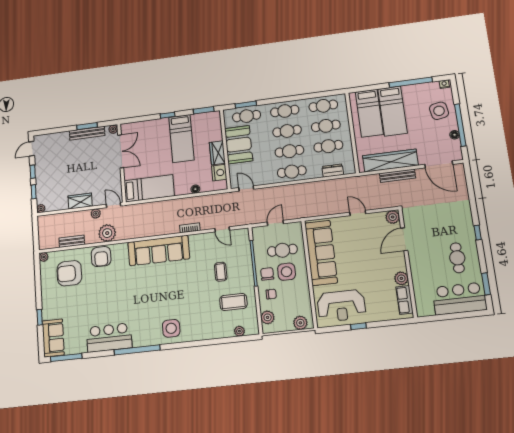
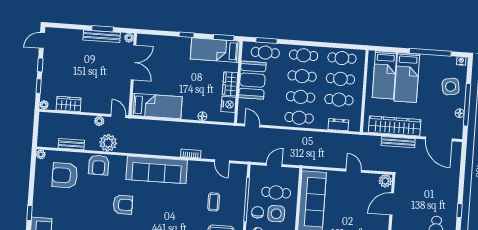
bed: (181, 139) -> (215, 50), moved, turned 90
wardrobe: (80, 201) -> (69, 104), moved
armchair: (130, 292) -> (123, 205), added

